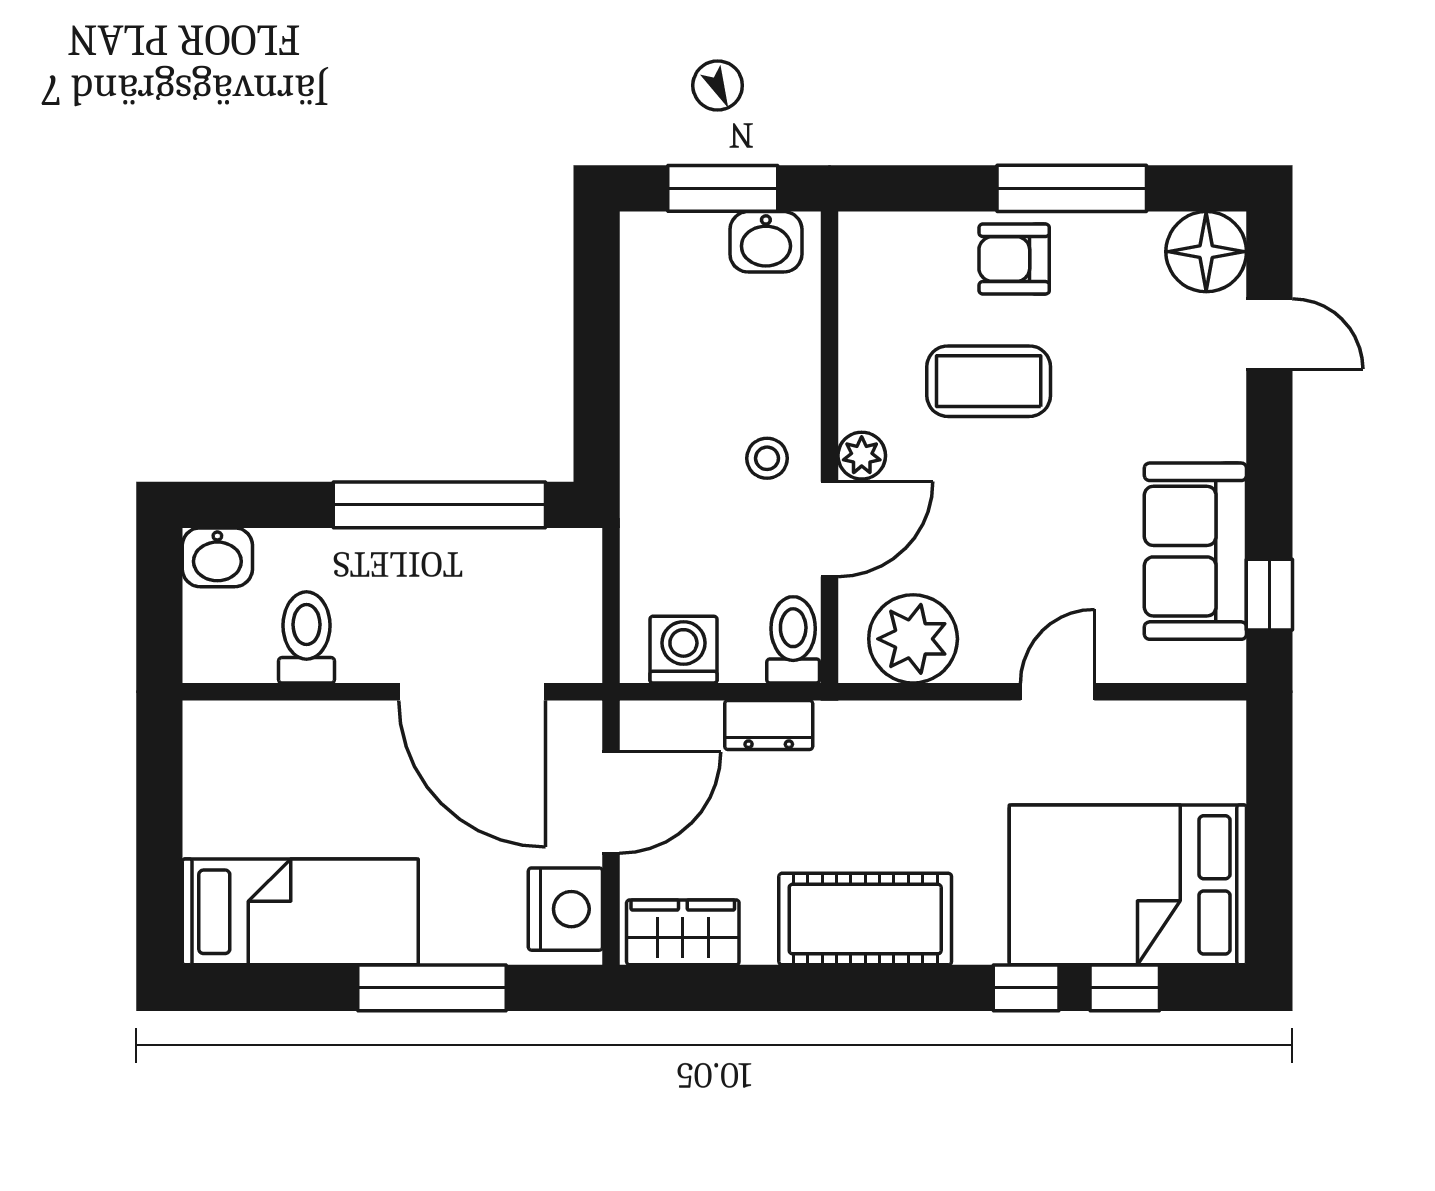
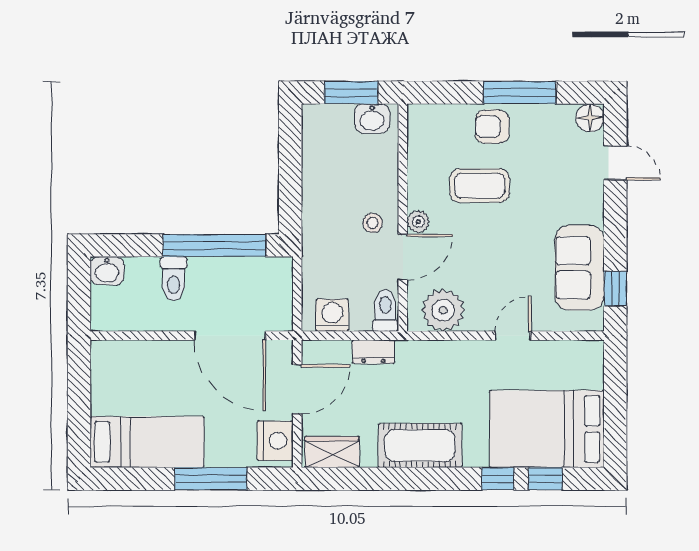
floor lamp: (1206, 252) -> (590, 118), width x0.73, depth x0.73
toilet: (306, 637) -> (174, 279), moved, turned 180

